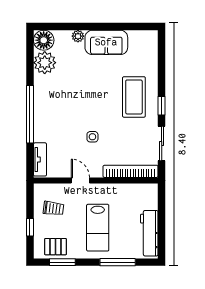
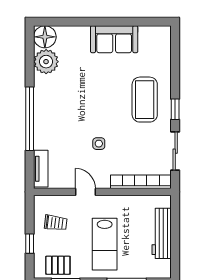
plant: (78, 36) -> (83, 32), removed
workbench: (149, 233) -> (162, 233), moved

